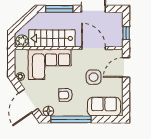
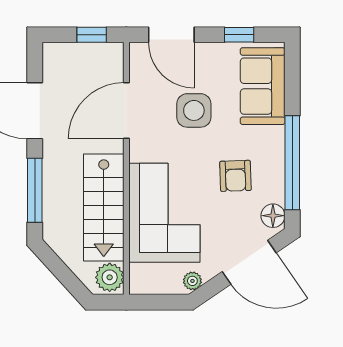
window: (126, 97) -> (239, 35), added

